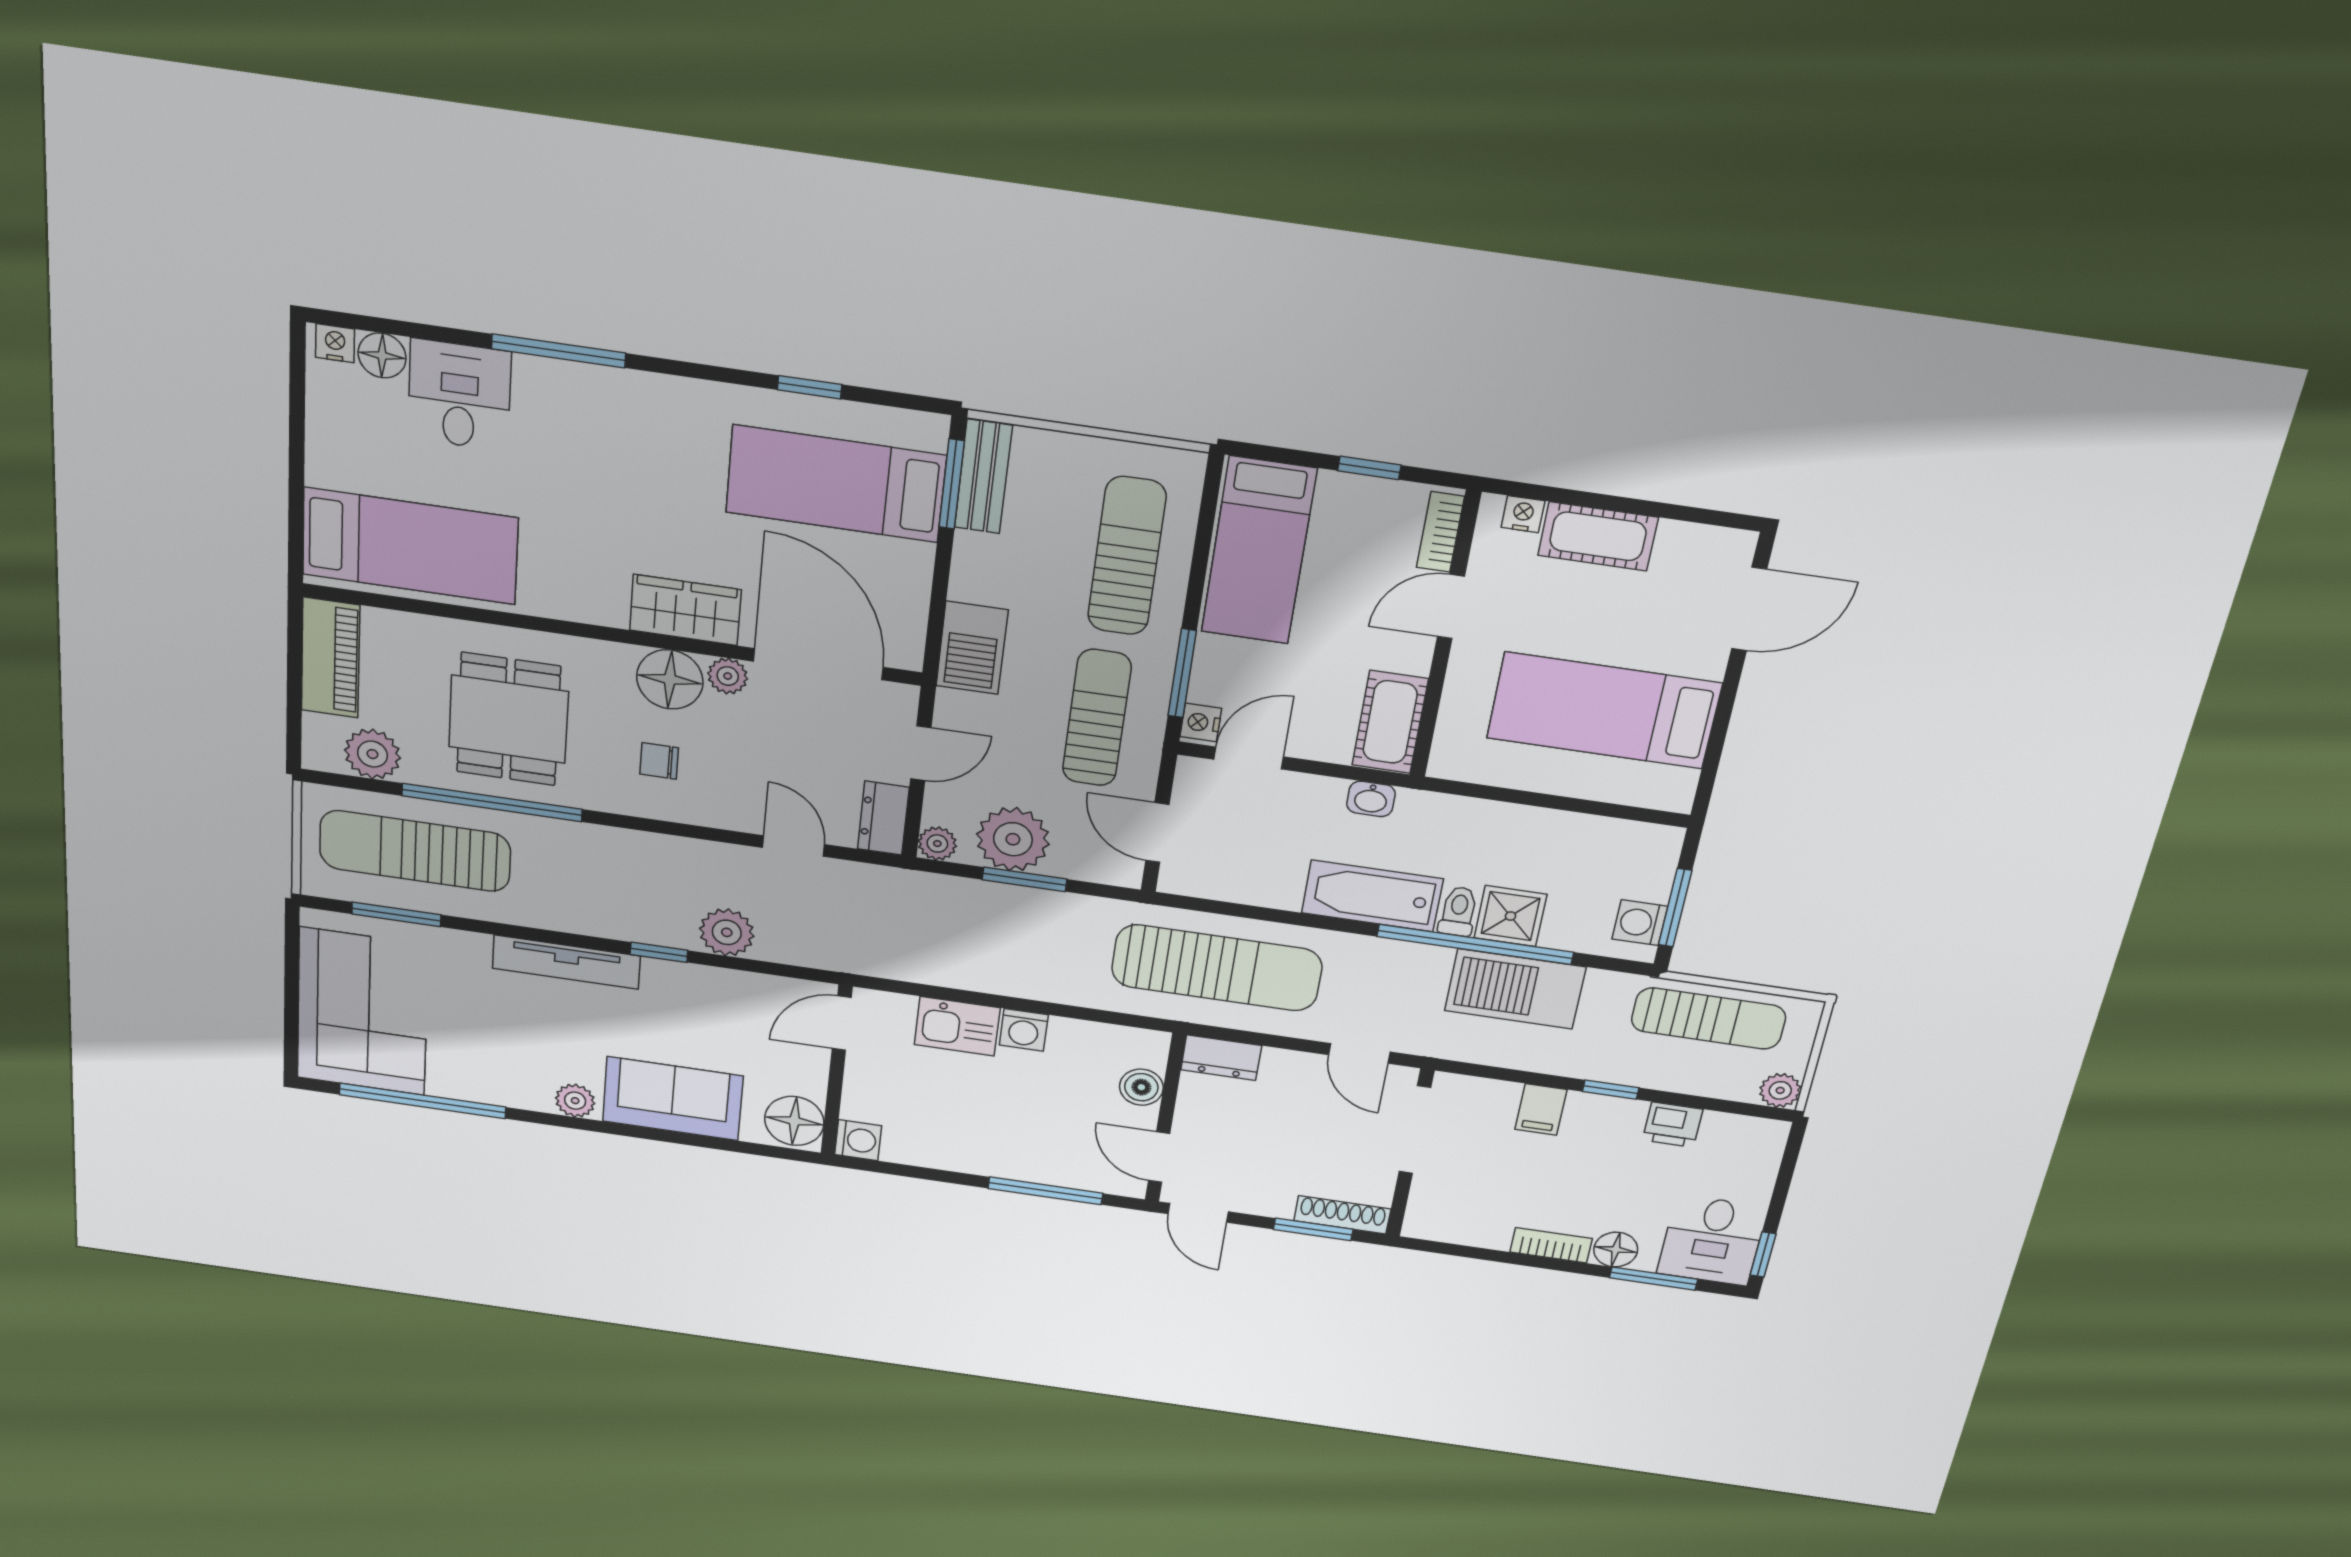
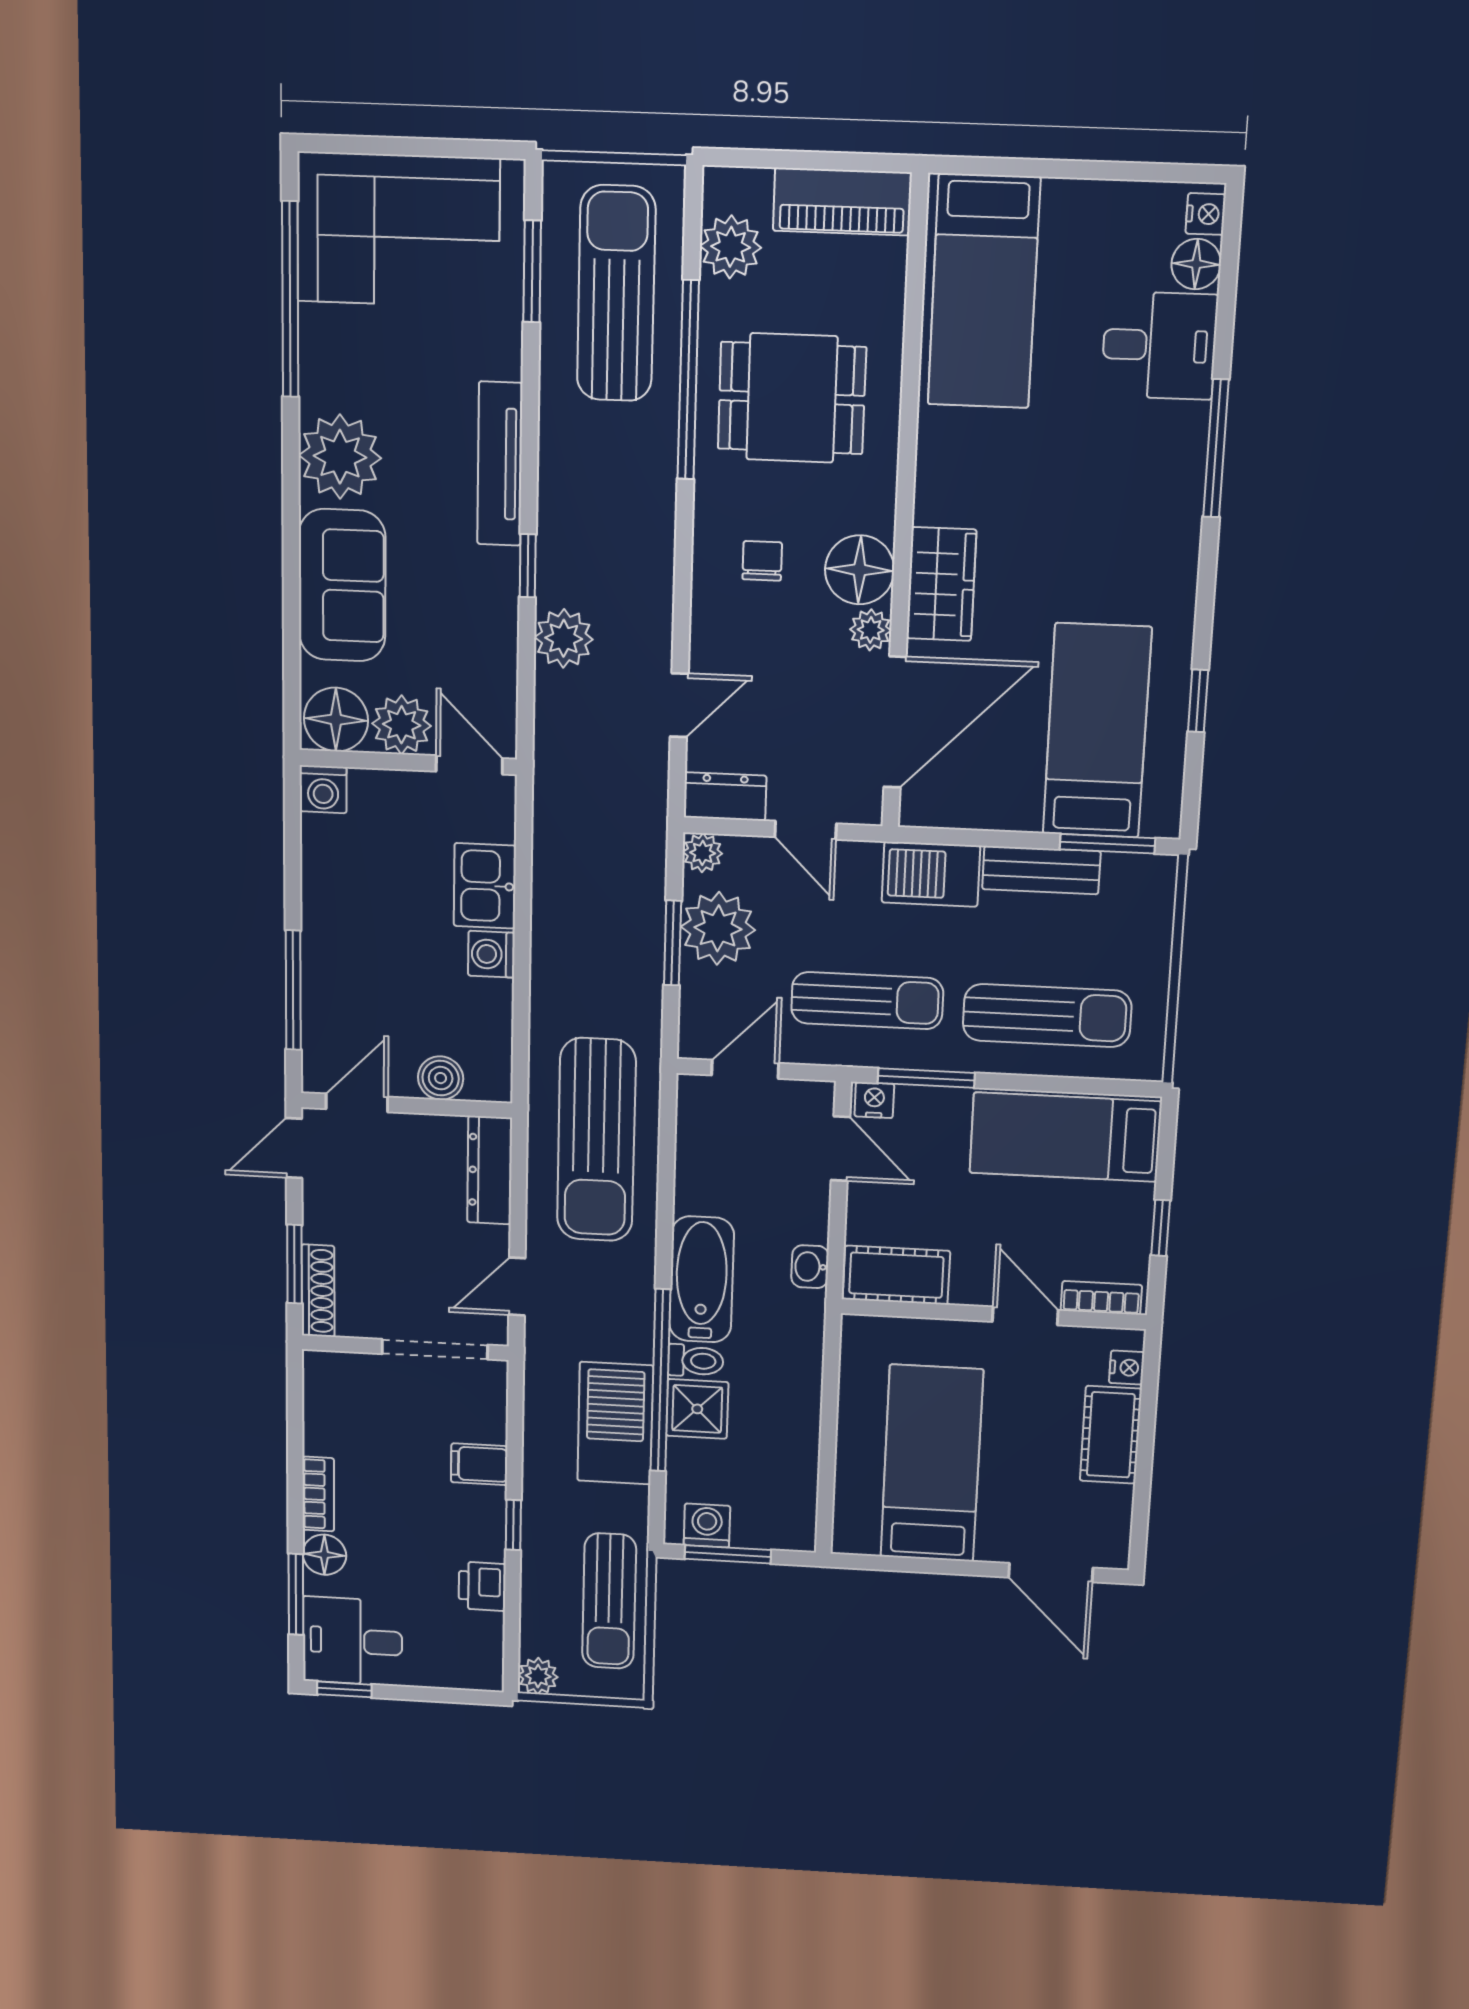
bench: (983, 477) -> (1041, 870), moved
dresser: (1221, 1058) -> (490, 1170), width x1.44
plant: (802, 1071) -> (402, 725), added
plant: (575, 1101) -> (340, 457), width x1.87, depth x1.87

